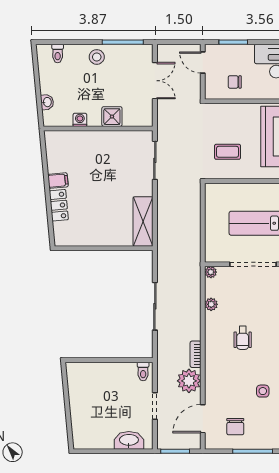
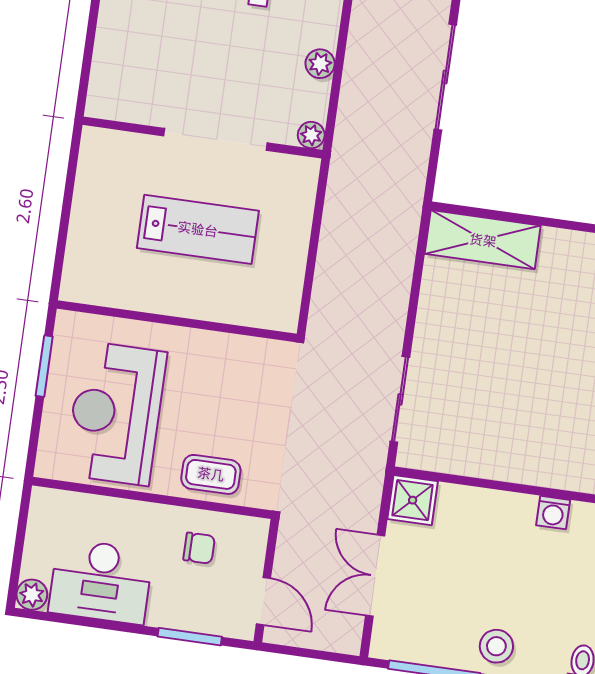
shower: (112, 117) -> (413, 500), moved
coffee table: (228, 152) -> (211, 474), moved
shelving: (143, 222) -> (483, 240), moved, turned 90

